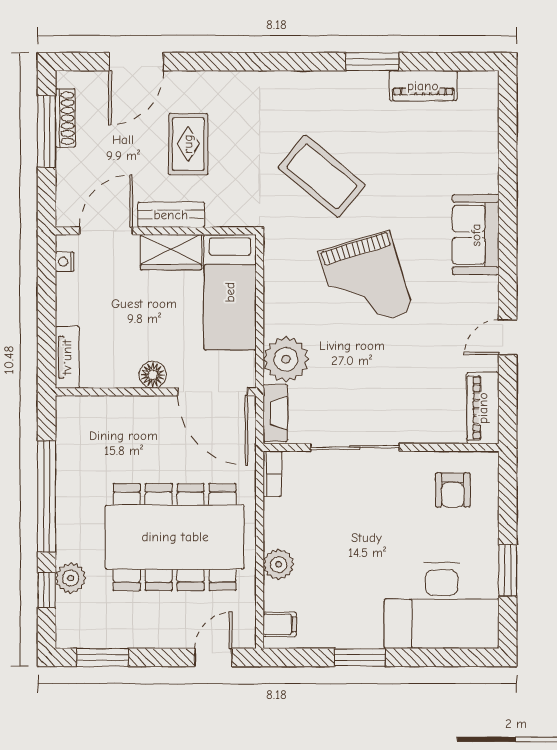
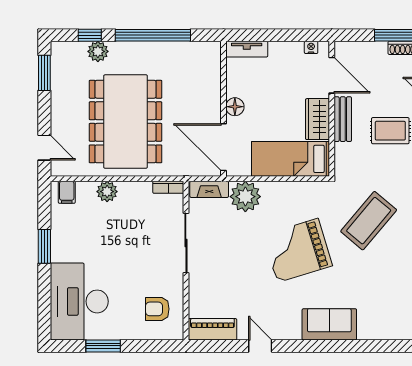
door: (213, 392) -> (223, 147), hinge flipped

